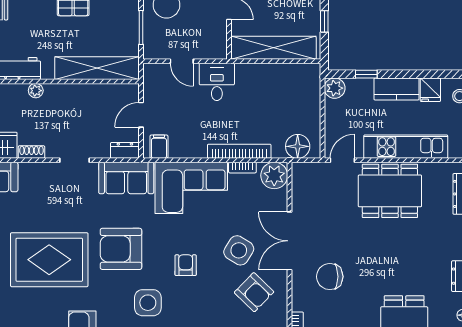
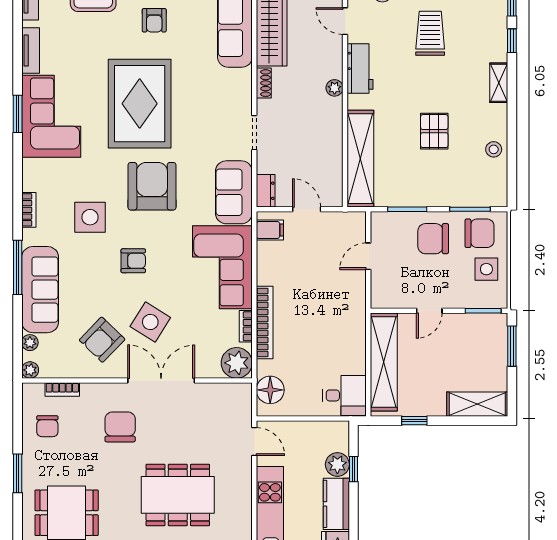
desk: (217, 82) -> (344, 395), moved
plant: (335, 88) -> (337, 464), moved
dining table: (390, 191) -> (178, 495), moved, turned 90

